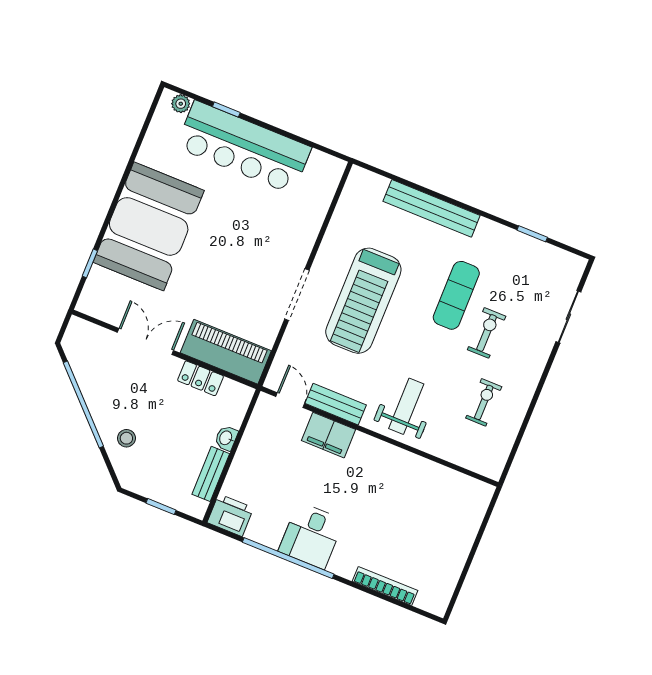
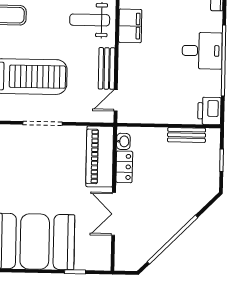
filing cabinet: (329, 435) -> (130, 26), moved
stool: (126, 438) -> (184, 201), removed
washbasin: (226, 438) -> (123, 141), moved, turned -90

